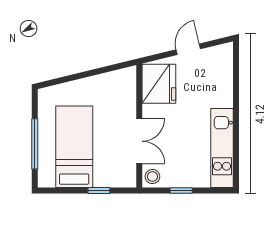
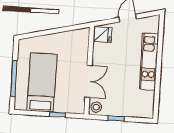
fridge: (159, 84) -> (102, 35), width x0.53, depth x0.75
kitchen unit: (222, 148) -> (149, 61), moved

